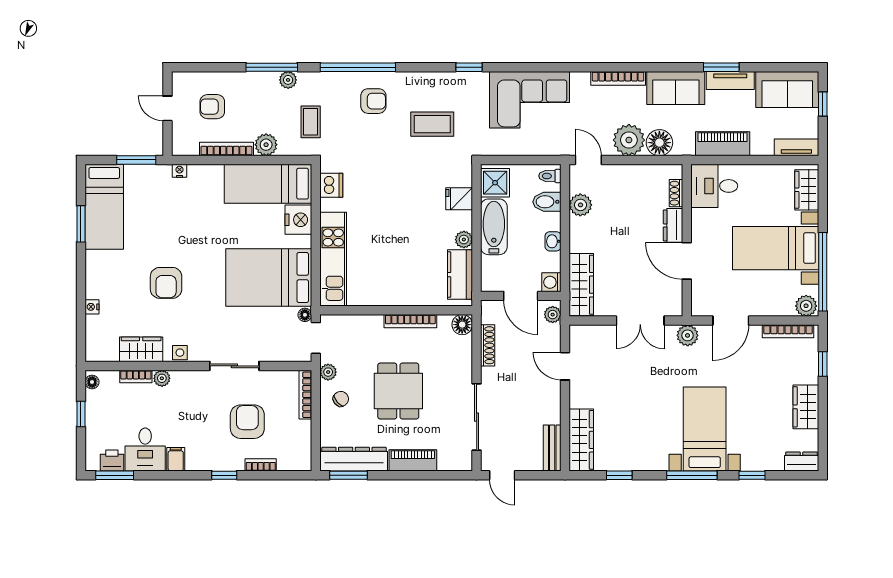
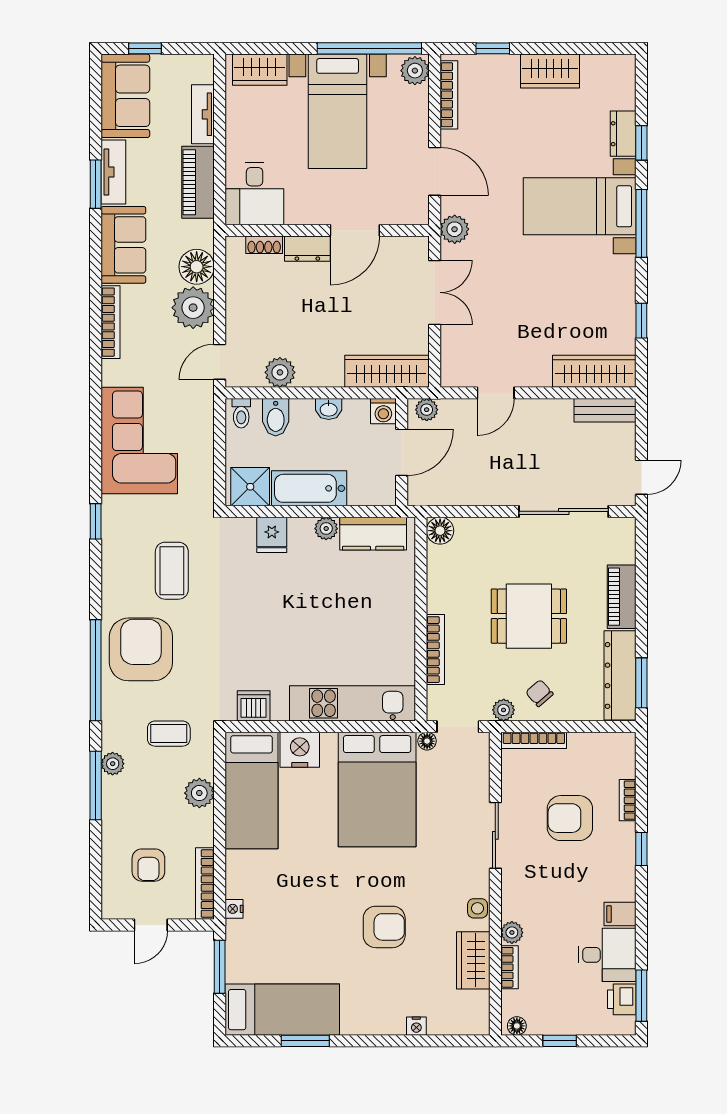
armchair: (373, 101) -> (141, 649), width x1.88, depth x1.88
tv unit: (796, 147) -> (203, 114), moved
bookcase: (226, 149) -> (205, 883), moved
bookcase: (410, 321) -> (435, 650), moved
shoe rack: (488, 345) -> (468, 497), removed
dresser: (802, 461) -> (623, 134), moved

